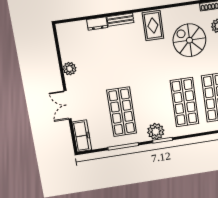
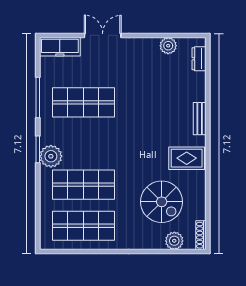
dresser: (97, 24) -> (199, 59), moved
spiral stairs: (189, 40) -> (162, 202), turned 90
plant: (70, 69) -> (168, 46), moved
plant: (156, 131) -> (51, 156), moved

